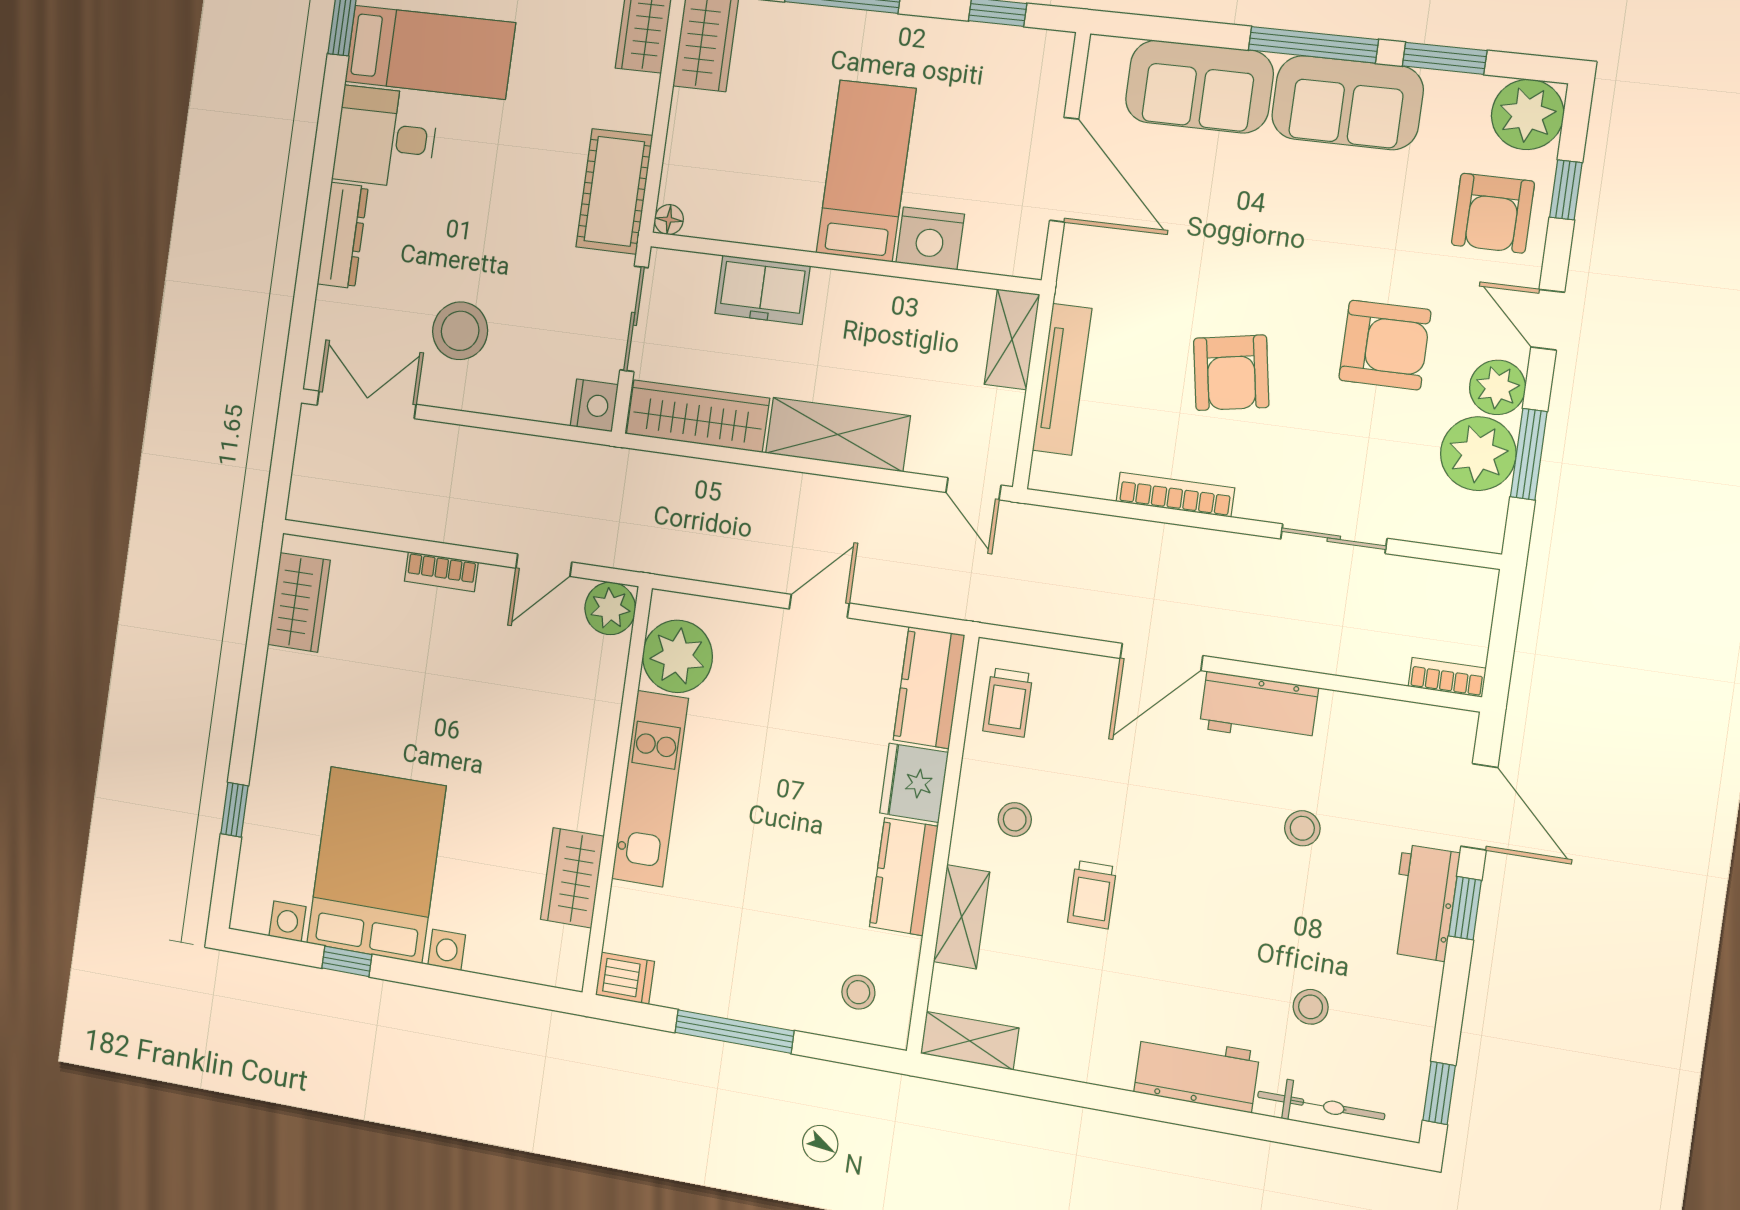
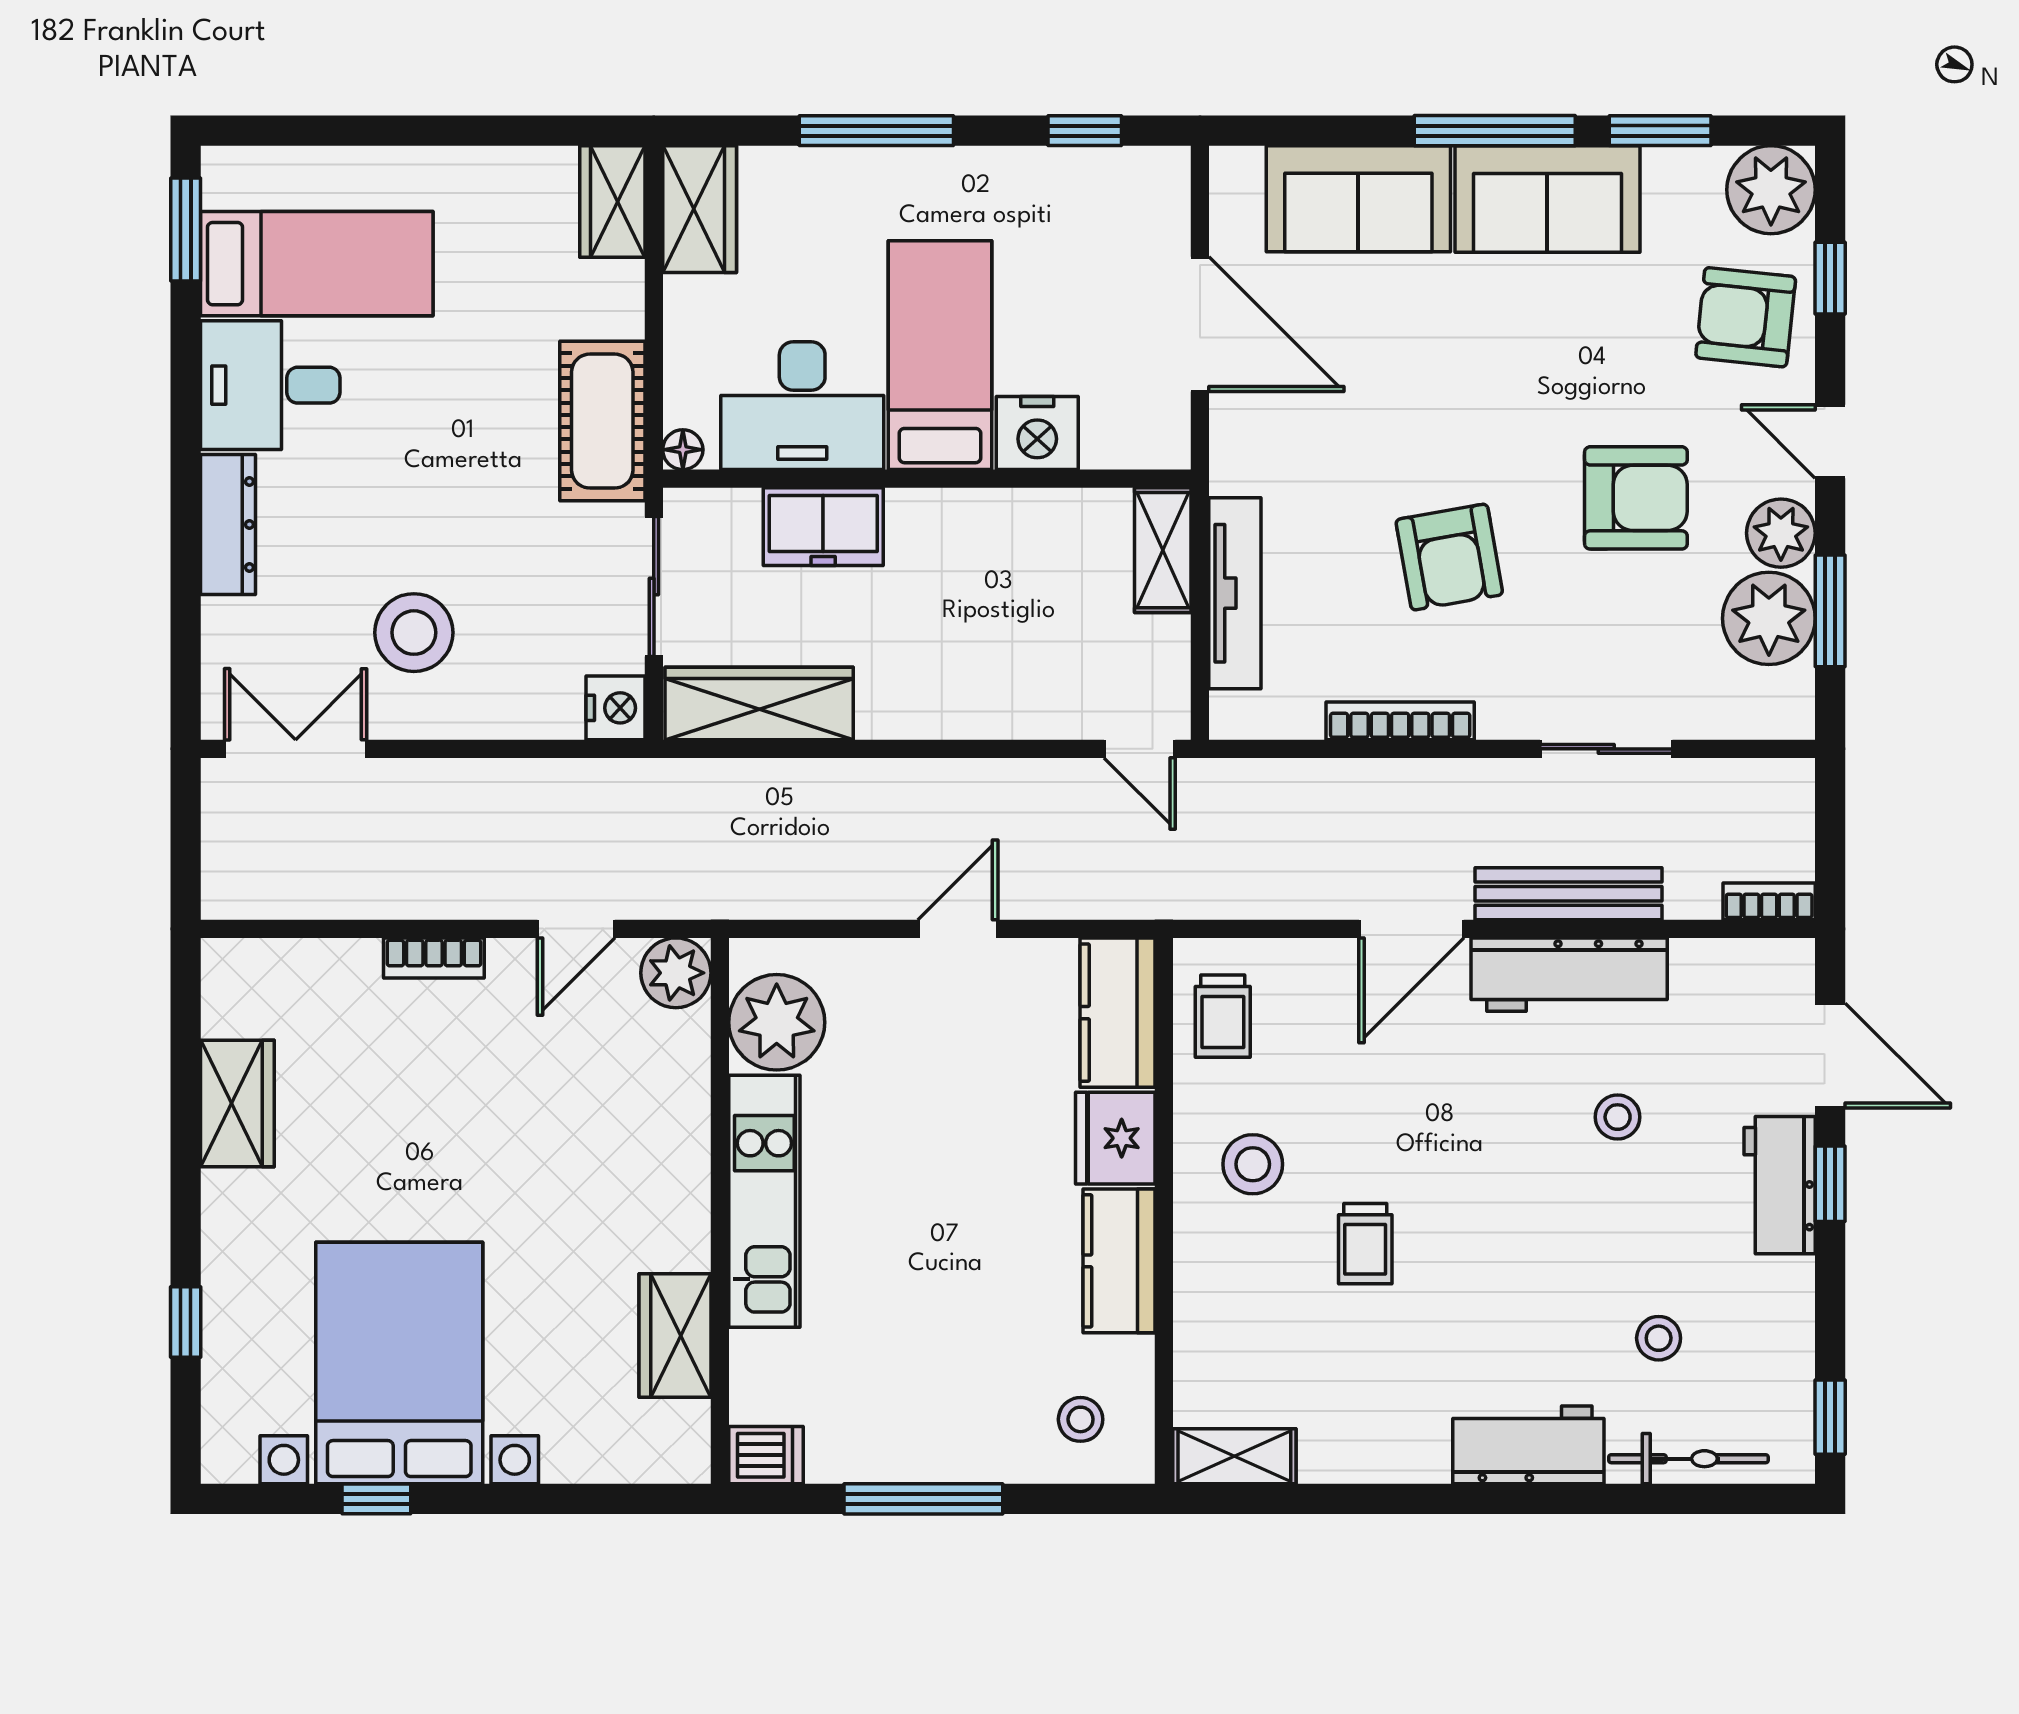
desk: (760, 197) -> (802, 406), added
armchair: (1493, 213) -> (1746, 317), turned 96
shelving: (838, 434) -> (951, 703), removed
wardrobe: (299, 602) -> (237, 1104), moved
bench: (1288, 648) -> (1569, 894), added
workbench: (1259, 708) -> (1569, 975), width x1.37
stool: (1015, 819) -> (1253, 1164), width x1.37, depth x1.37
shelving: (962, 917) -> (1202, 1300), removed

